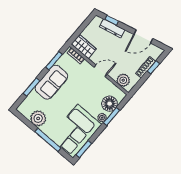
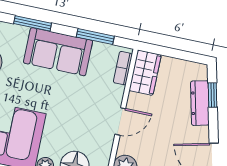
door: (100, 71) -> (120, 121), hinge flipped

